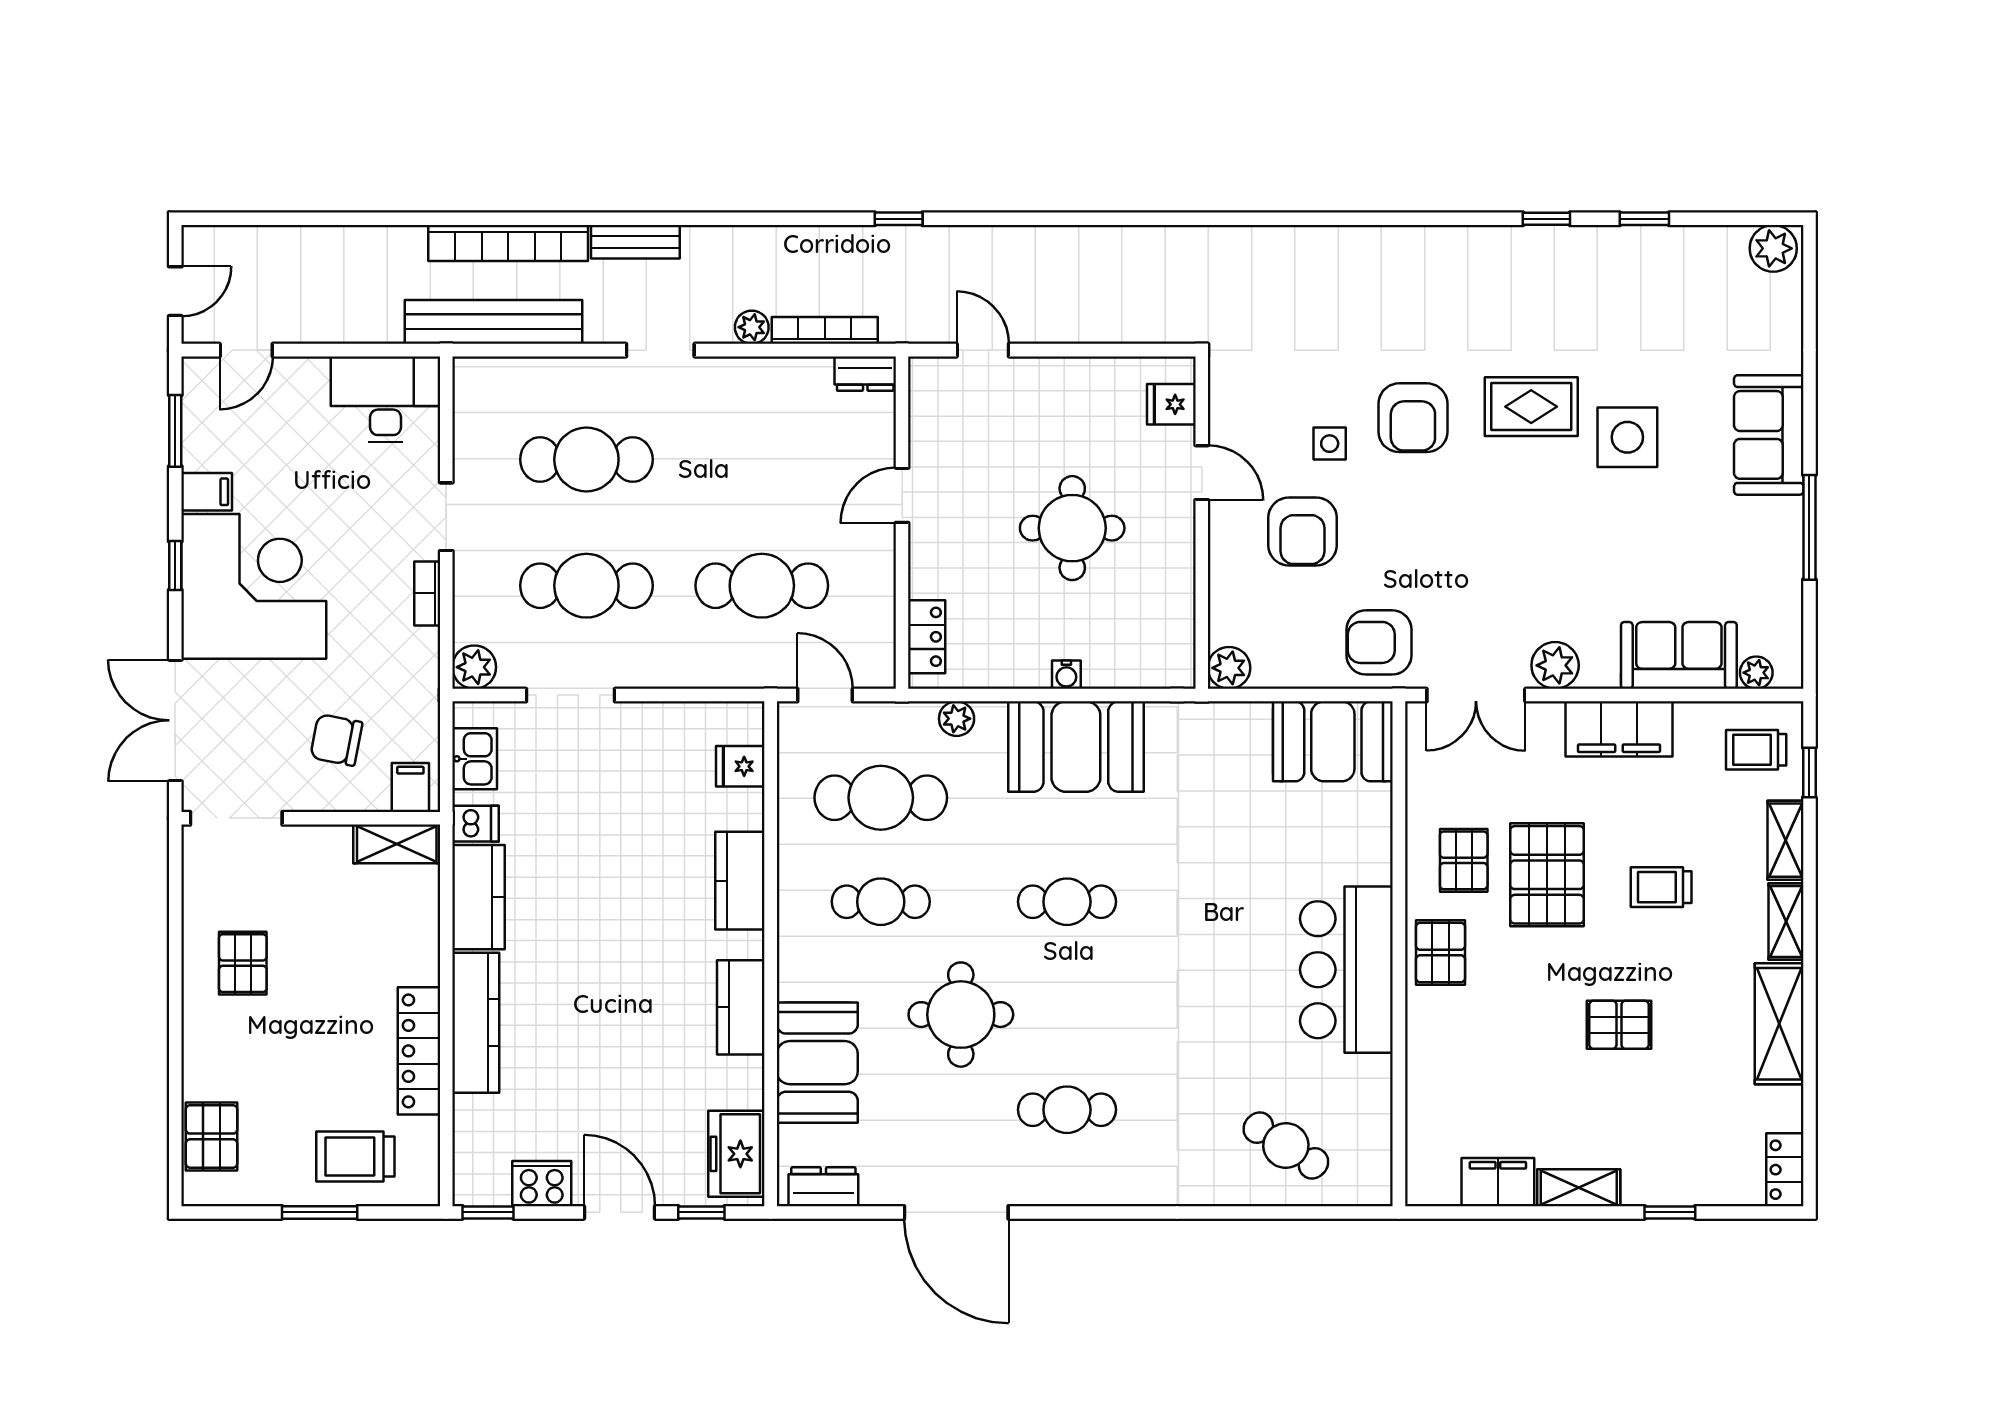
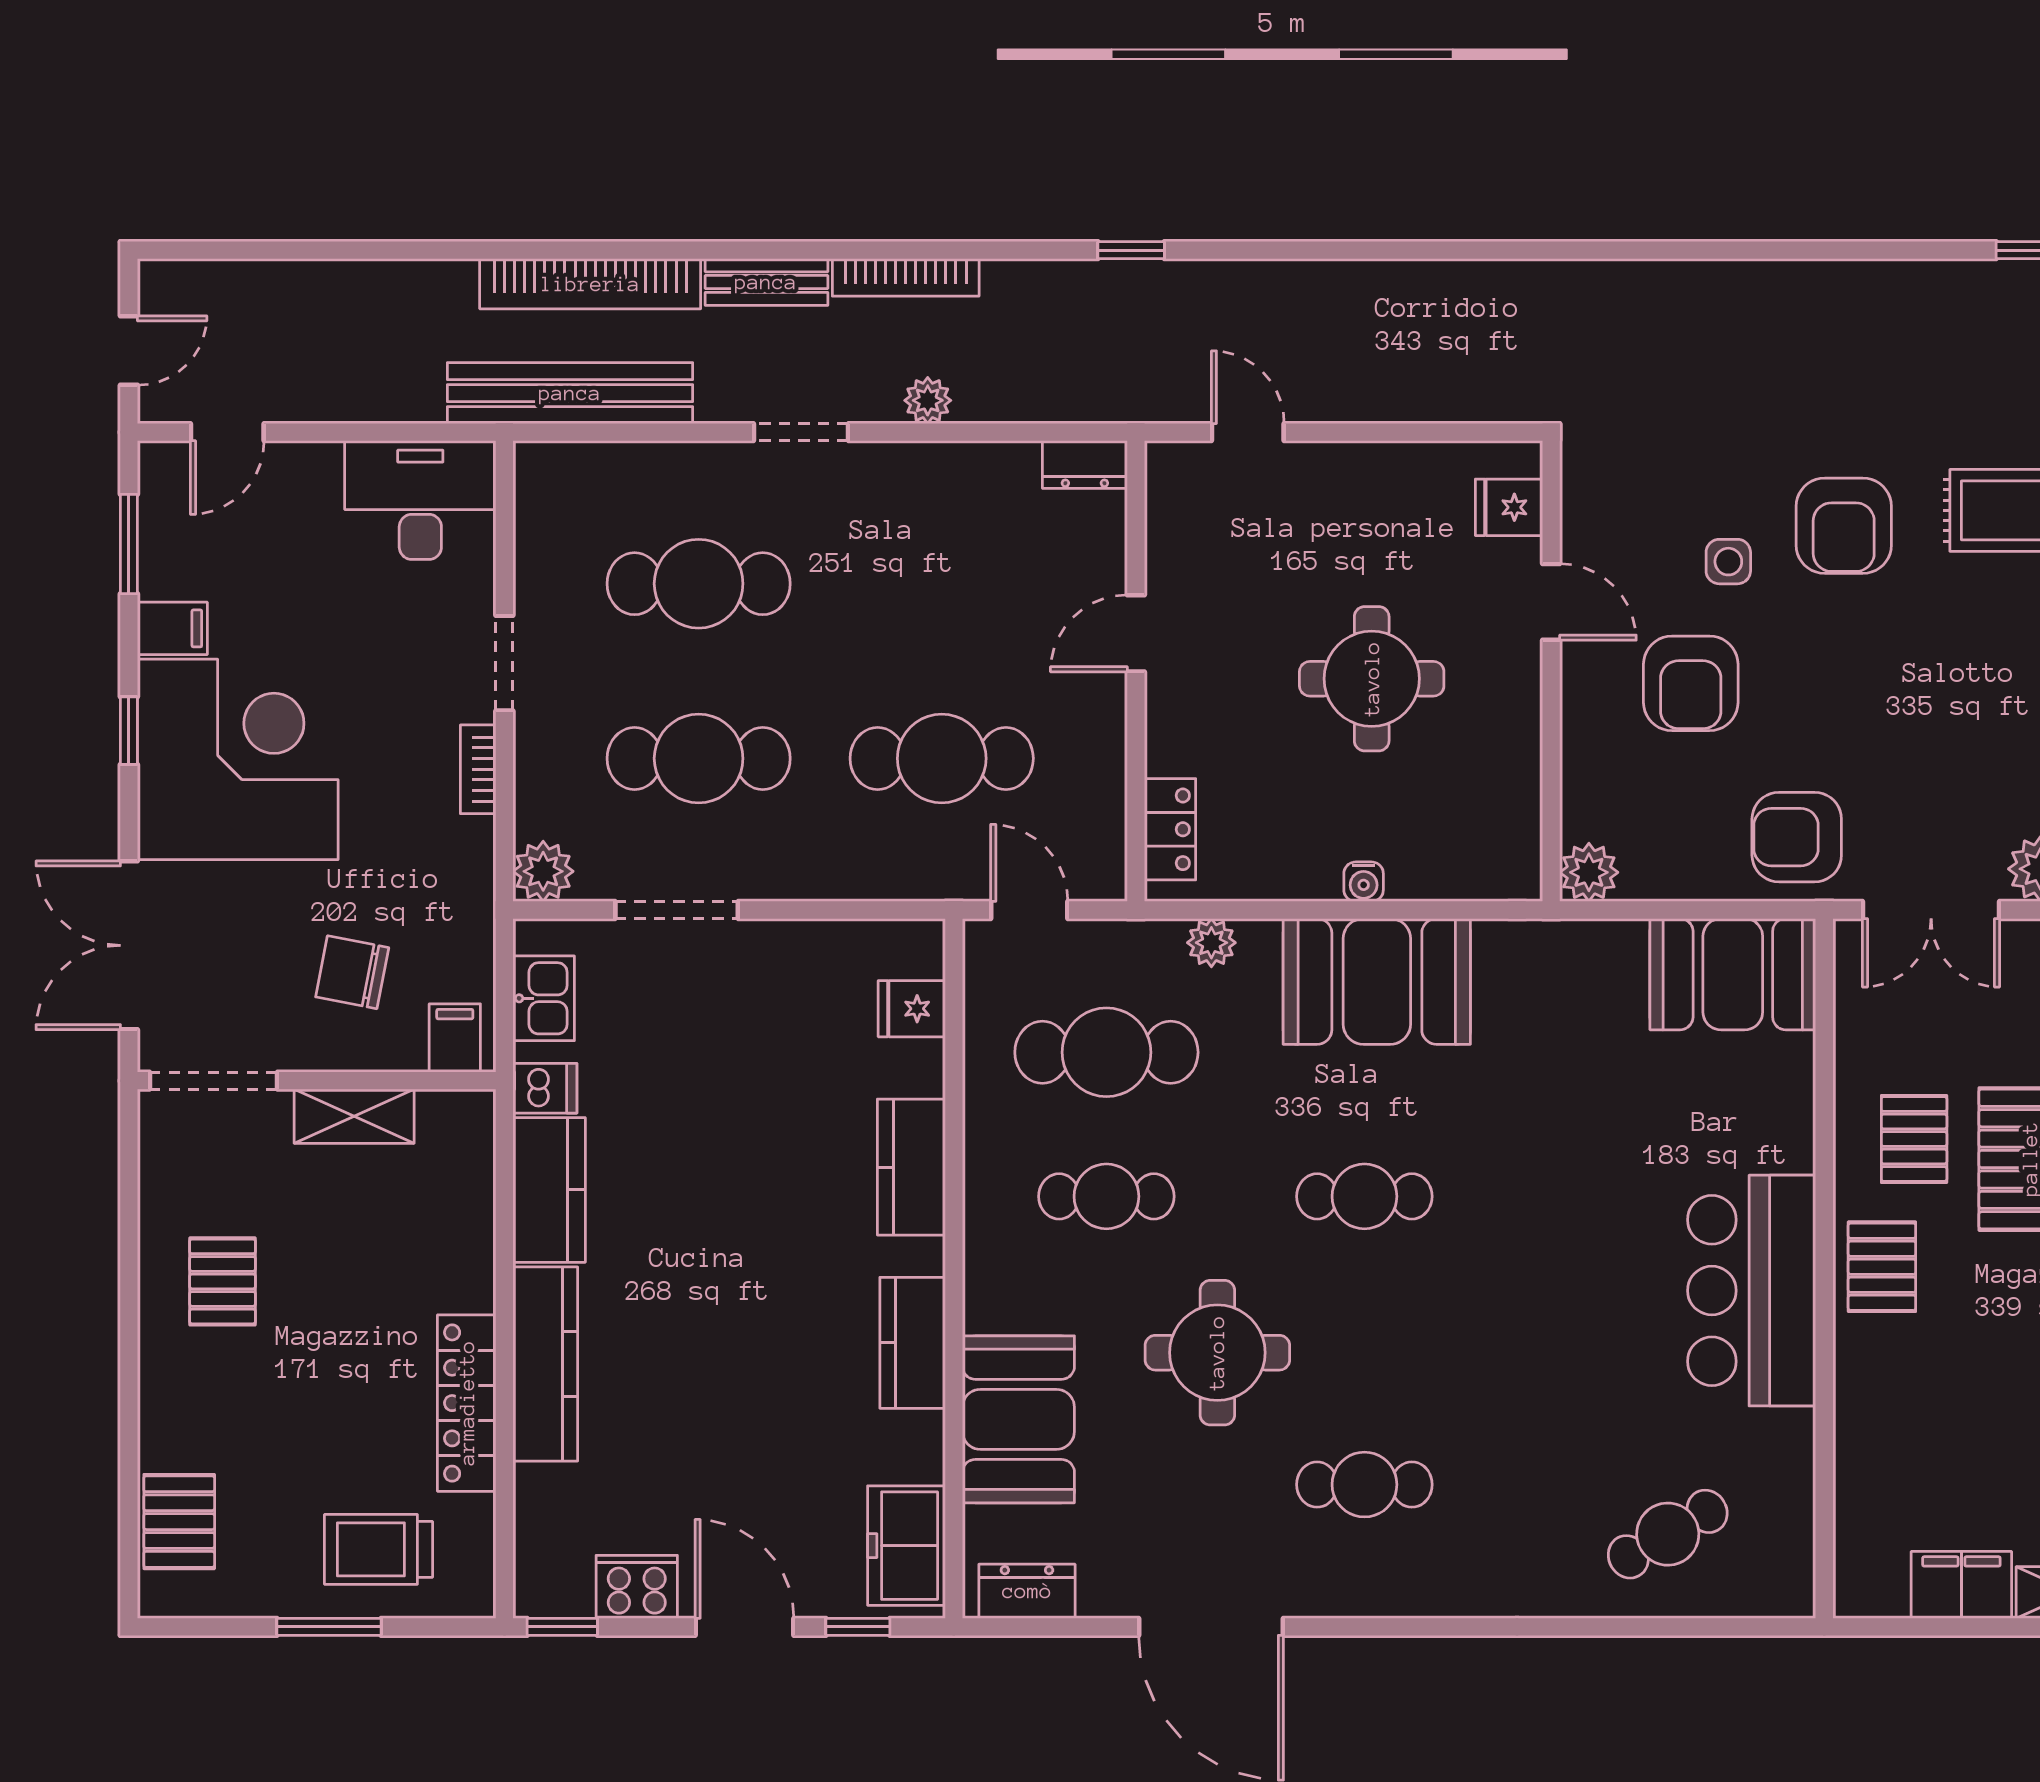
bookcase: (825, 330) -> (906, 277), moved, turned 180
shelving: (397, 844) -> (354, 1116), moved
cafe table: (1286, 1145) -> (1668, 1534), turned -63

